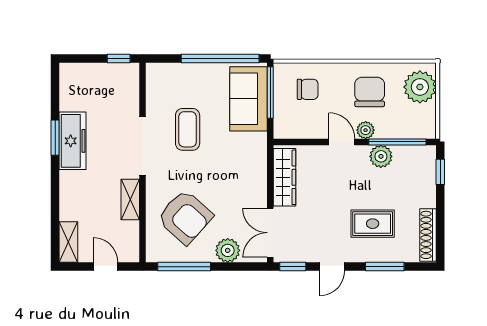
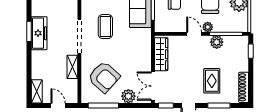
rug: (373, 224) -> (212, 81), turned 90

